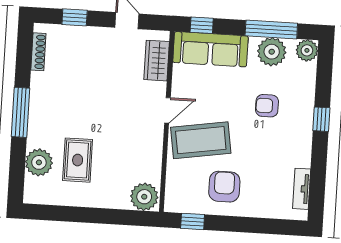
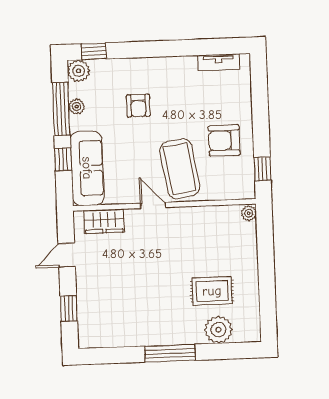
window: (202, 25) -> (63, 159), moved
shoe rack: (38, 52) -> (107, 341), removed
plant: (272, 52) -> (77, 107), width x0.53, depth x0.53
window: (321, 119) -> (94, 51), moved
plant: (144, 197) -> (249, 213), width x0.53, depth x0.53

